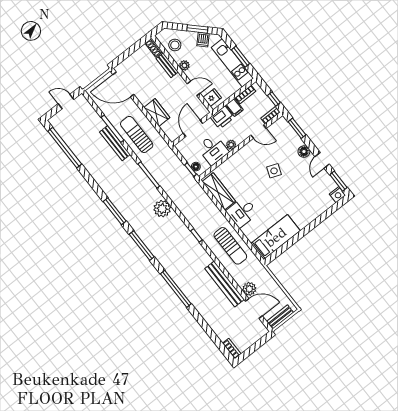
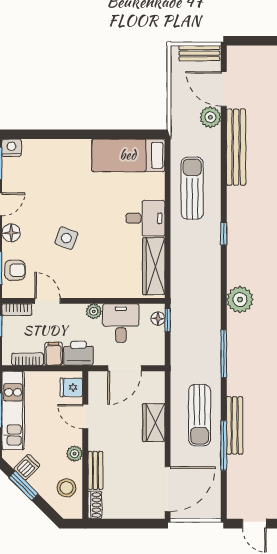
door: (123, 84) -> (168, 489), hinge flipped
armchair: (287, 134) -> (15, 270), added

